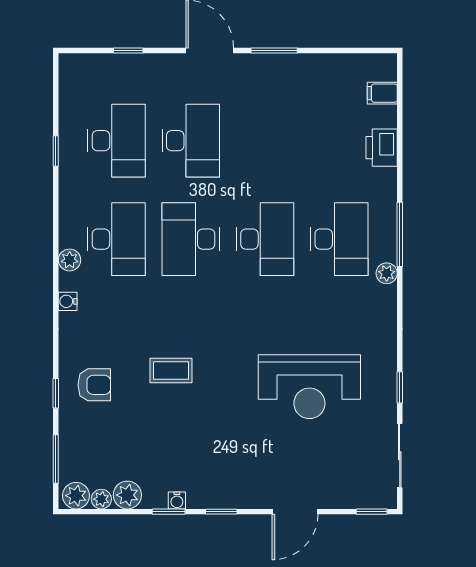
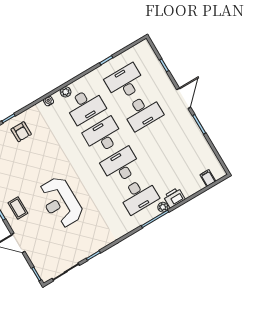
desk: (116, 141) -> (125, 82), turned 180
printer: (382, 148) -> (174, 198), moved
desk: (265, 239) -> (121, 166), turned 180
plant: (387, 273) -> (163, 207), moved
coffee table: (171, 370) -> (18, 208), moved
reception desk: (309, 387) -> (61, 202), moved

